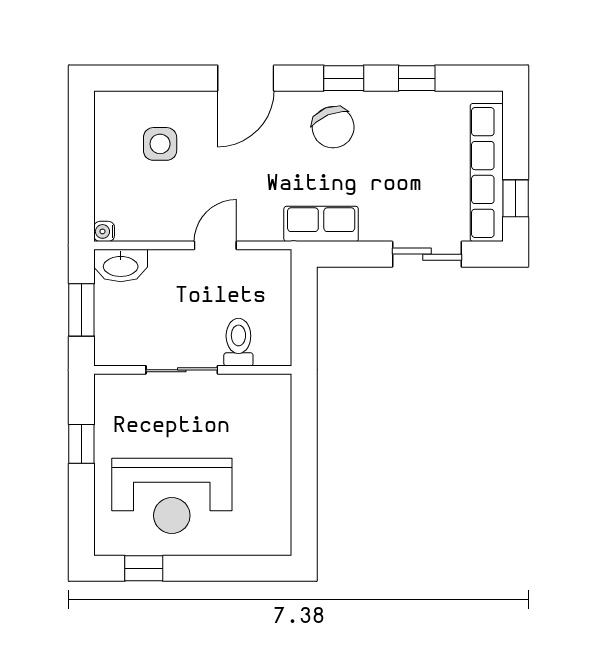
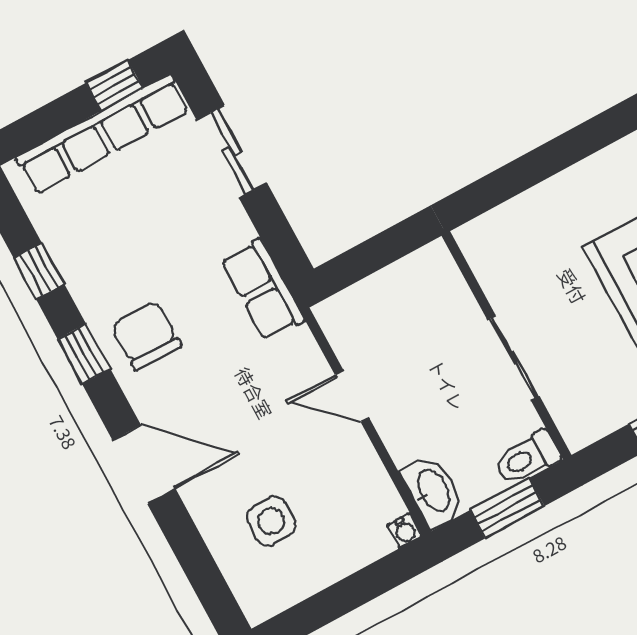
chair: (333, 127) -> (146, 336), turned -68
toilet: (238, 342) -> (527, 458), moved

